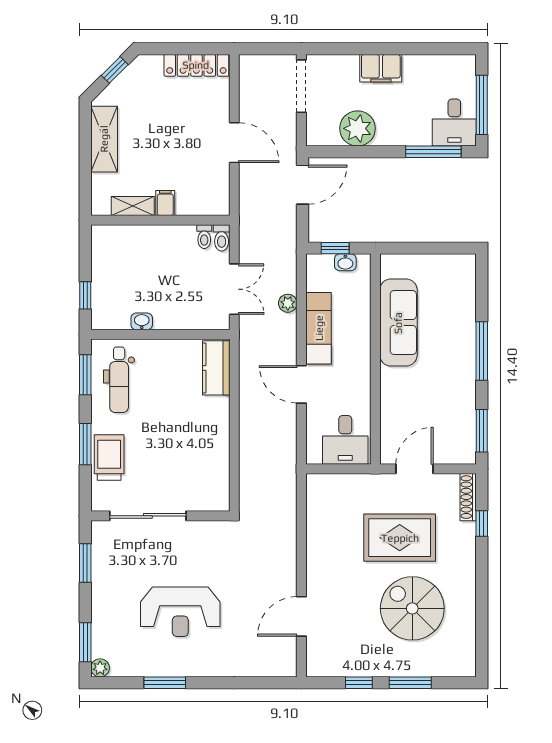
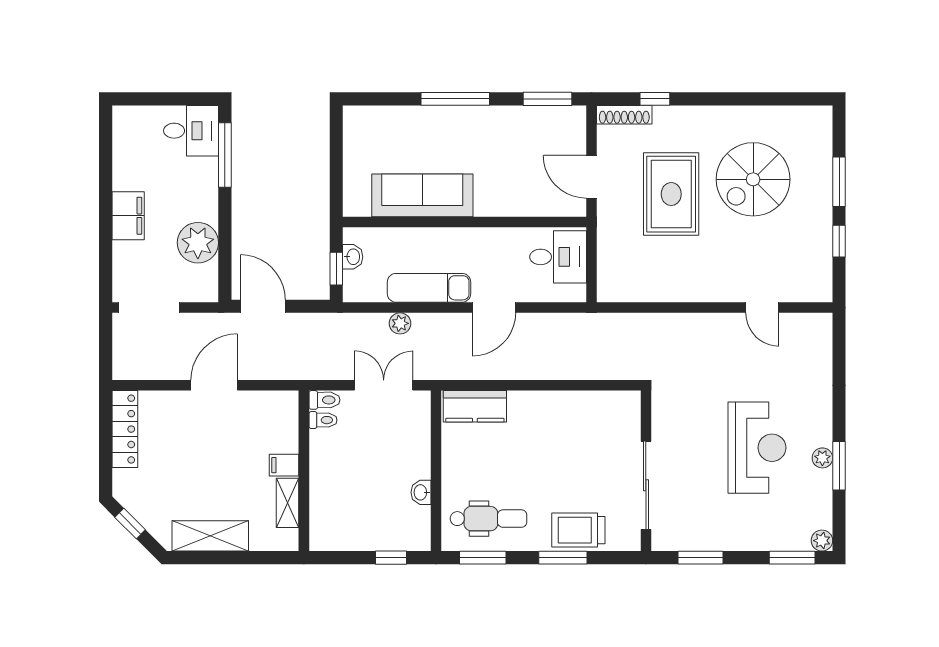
window: (482, 105) -> (171, 99), removed
door: (301, 616) -> (762, 308), width x0.73
plant: (171, 668) -> (822, 458), added

